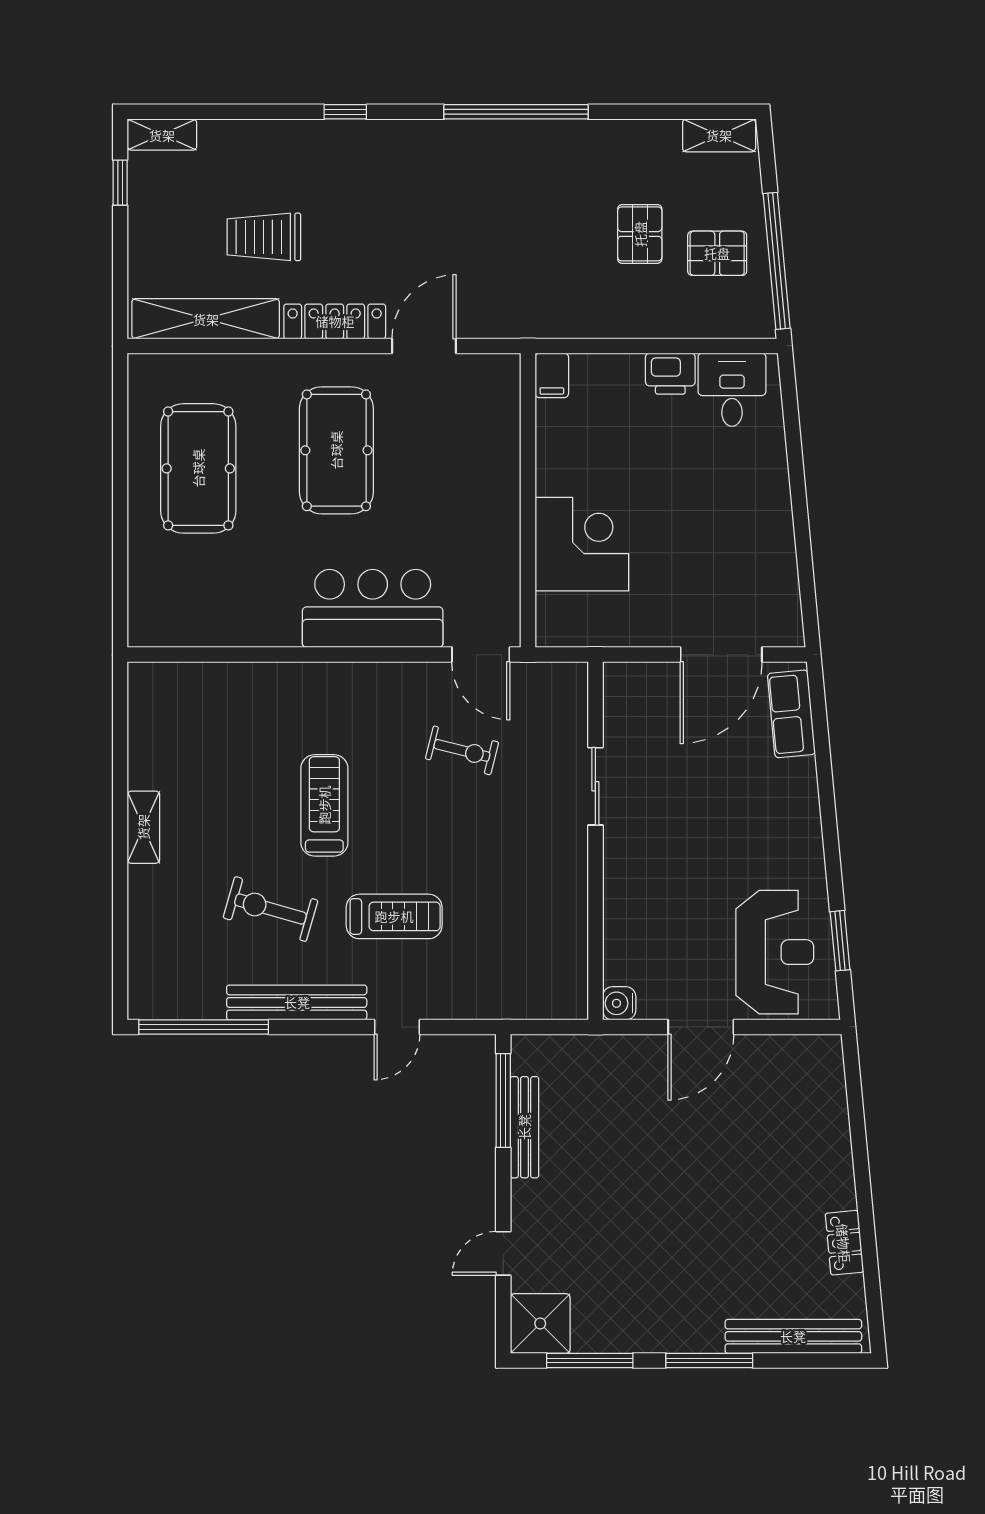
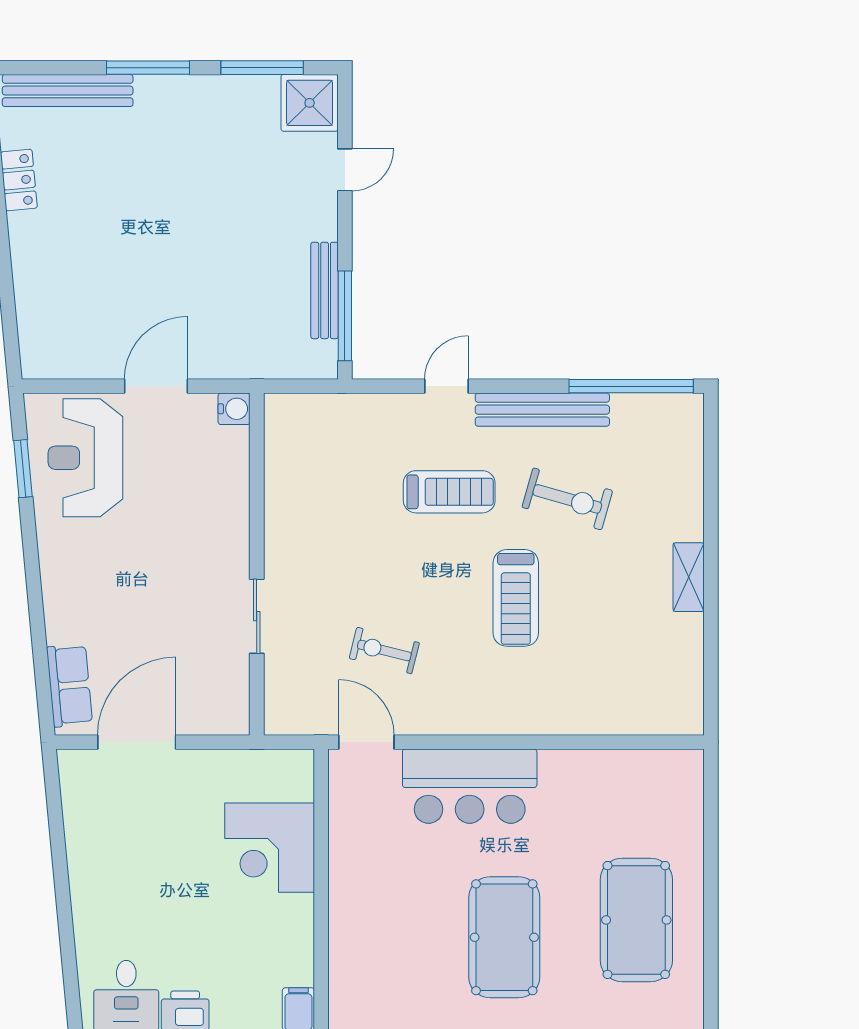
treadmill: (394, 916) -> (449, 492), turned 180

